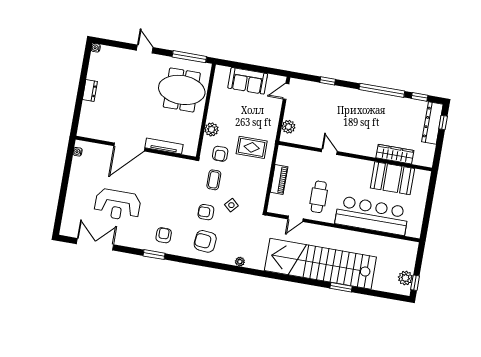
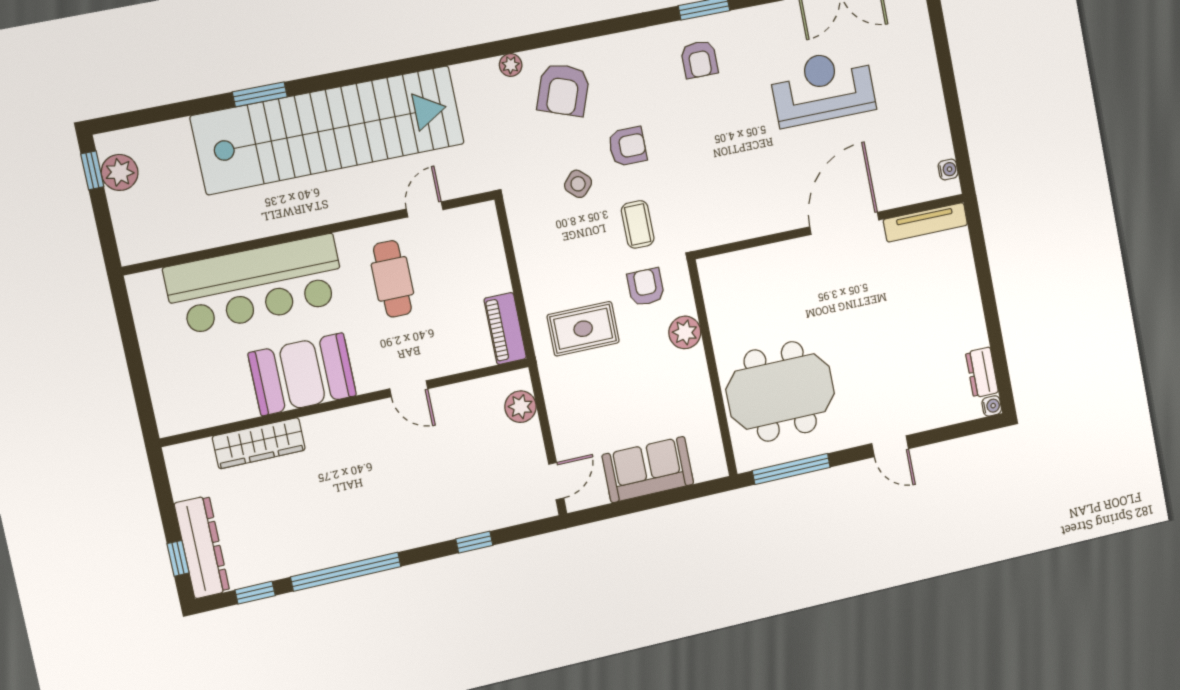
dresser: (90, 91) -> (982, 372), moved
tv unit: (164, 146) -> (925, 222), moved
booth: (392, 178) -> (302, 374), moved
piano: (279, 179) -> (505, 329), moved
armchair: (205, 241) -> (563, 90), moved, turned 105

